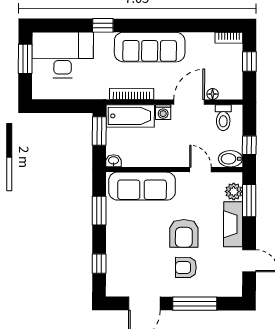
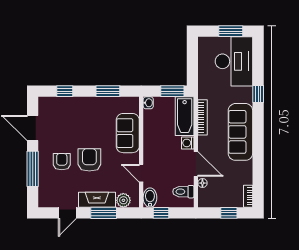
door: (200, 170) -> (141, 173), swing flipped
sofa: (142, 186) -> (128, 133), width x0.73
window: (249, 201) -> (104, 213), moved
armchair: (184, 233) -> (89, 160), turned 90

